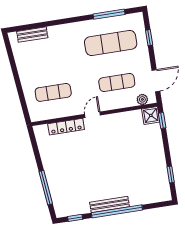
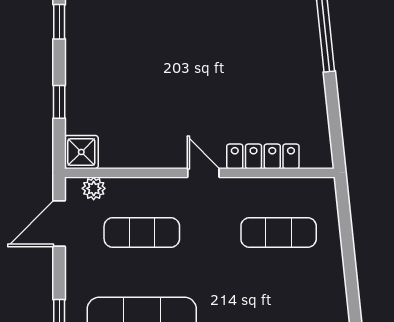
door: (92, 115) -> (203, 173), swing flipped
window: (162, 121) -> (59, 102), moved

